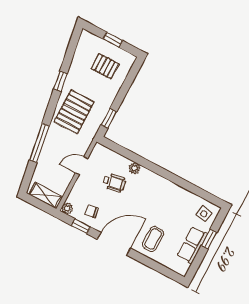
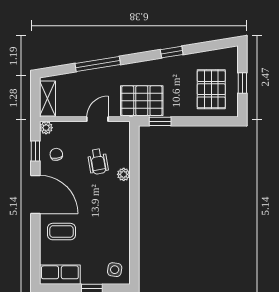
pallet: (105, 66) -> (211, 89), width x1.50, depth x1.42
pallet: (74, 112) -> (142, 101), moved
door: (82, 166) -> (97, 119), hinge flipped
row of seats: (192, 245) -> (60, 275), moved

